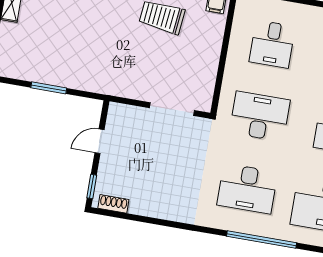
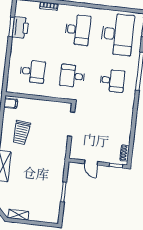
desk: (260, 116) -> (72, 76), width x0.73
desk: (247, 189) -> (112, 81), width x0.73

